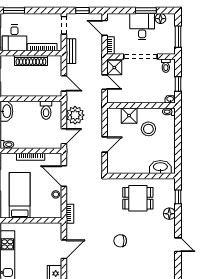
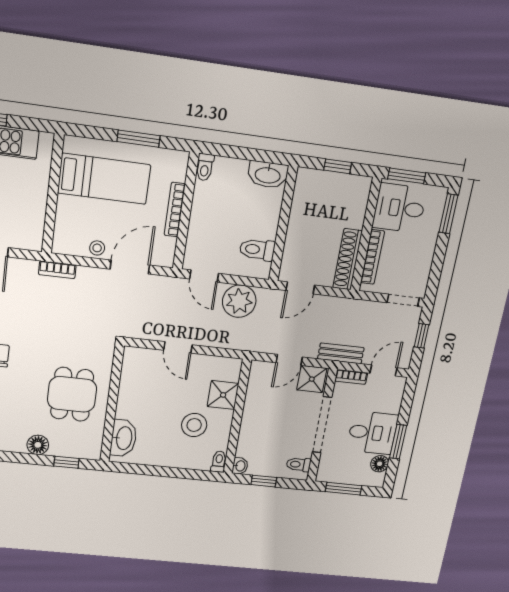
bench: (71, 51) -> (341, 353), moved
shoe rack: (31, 61) -> (347, 259), moved

